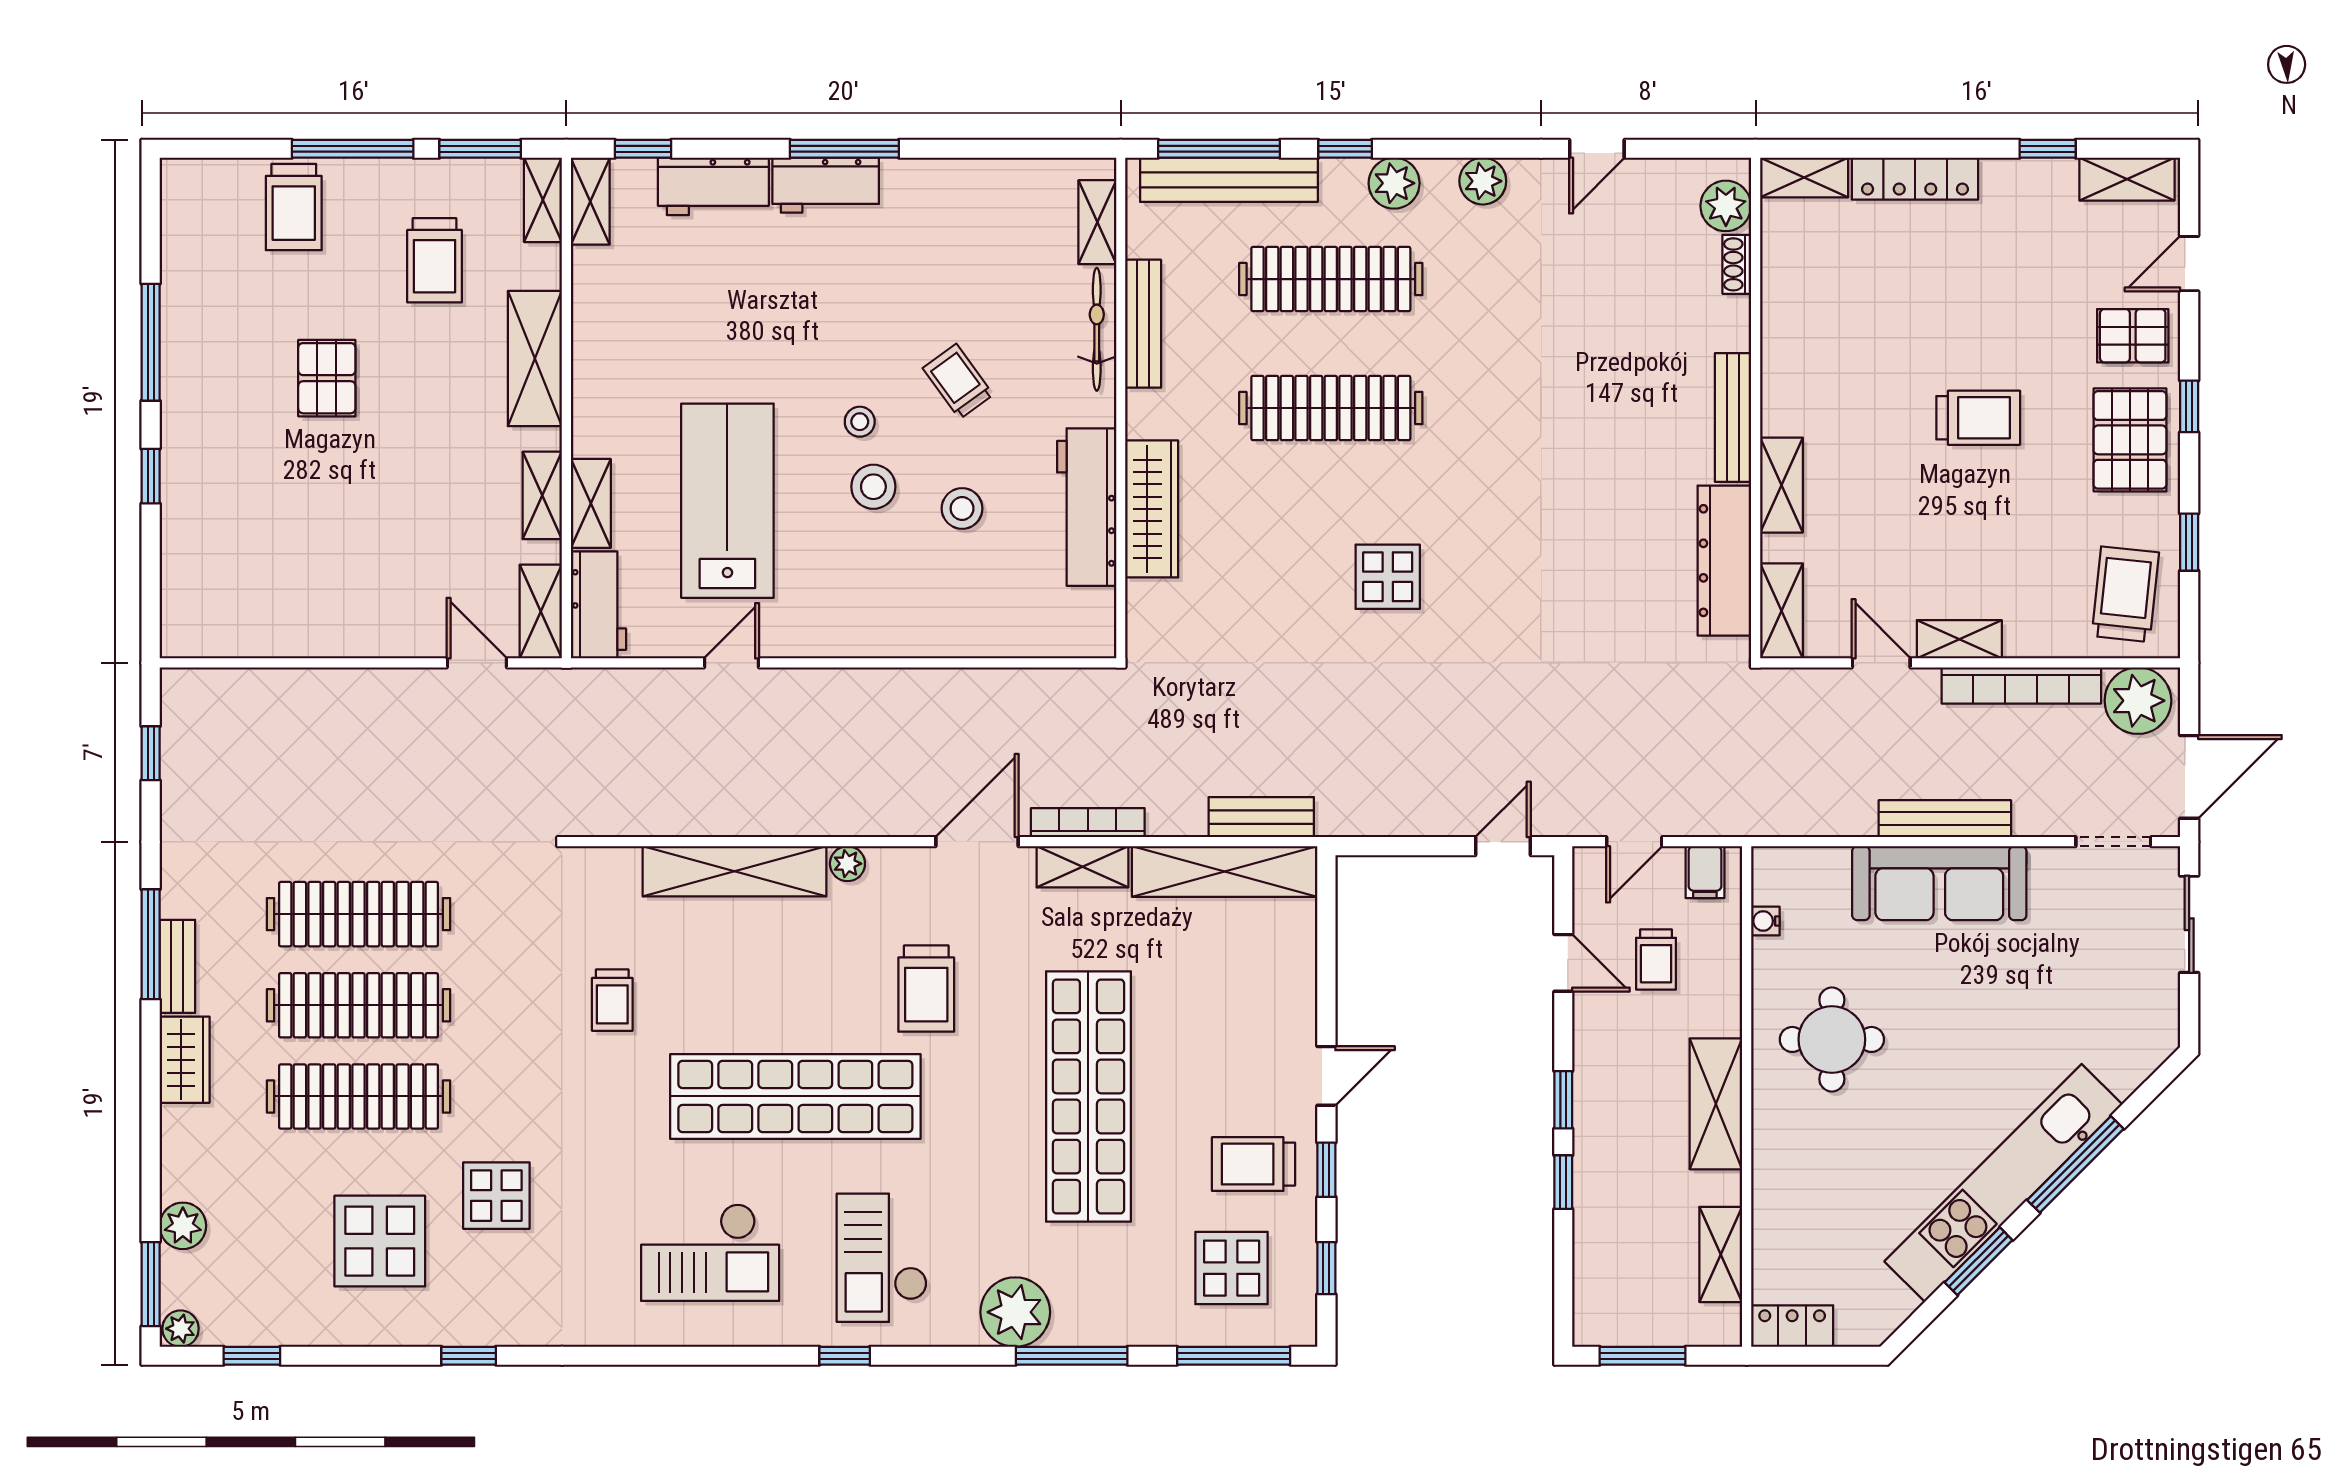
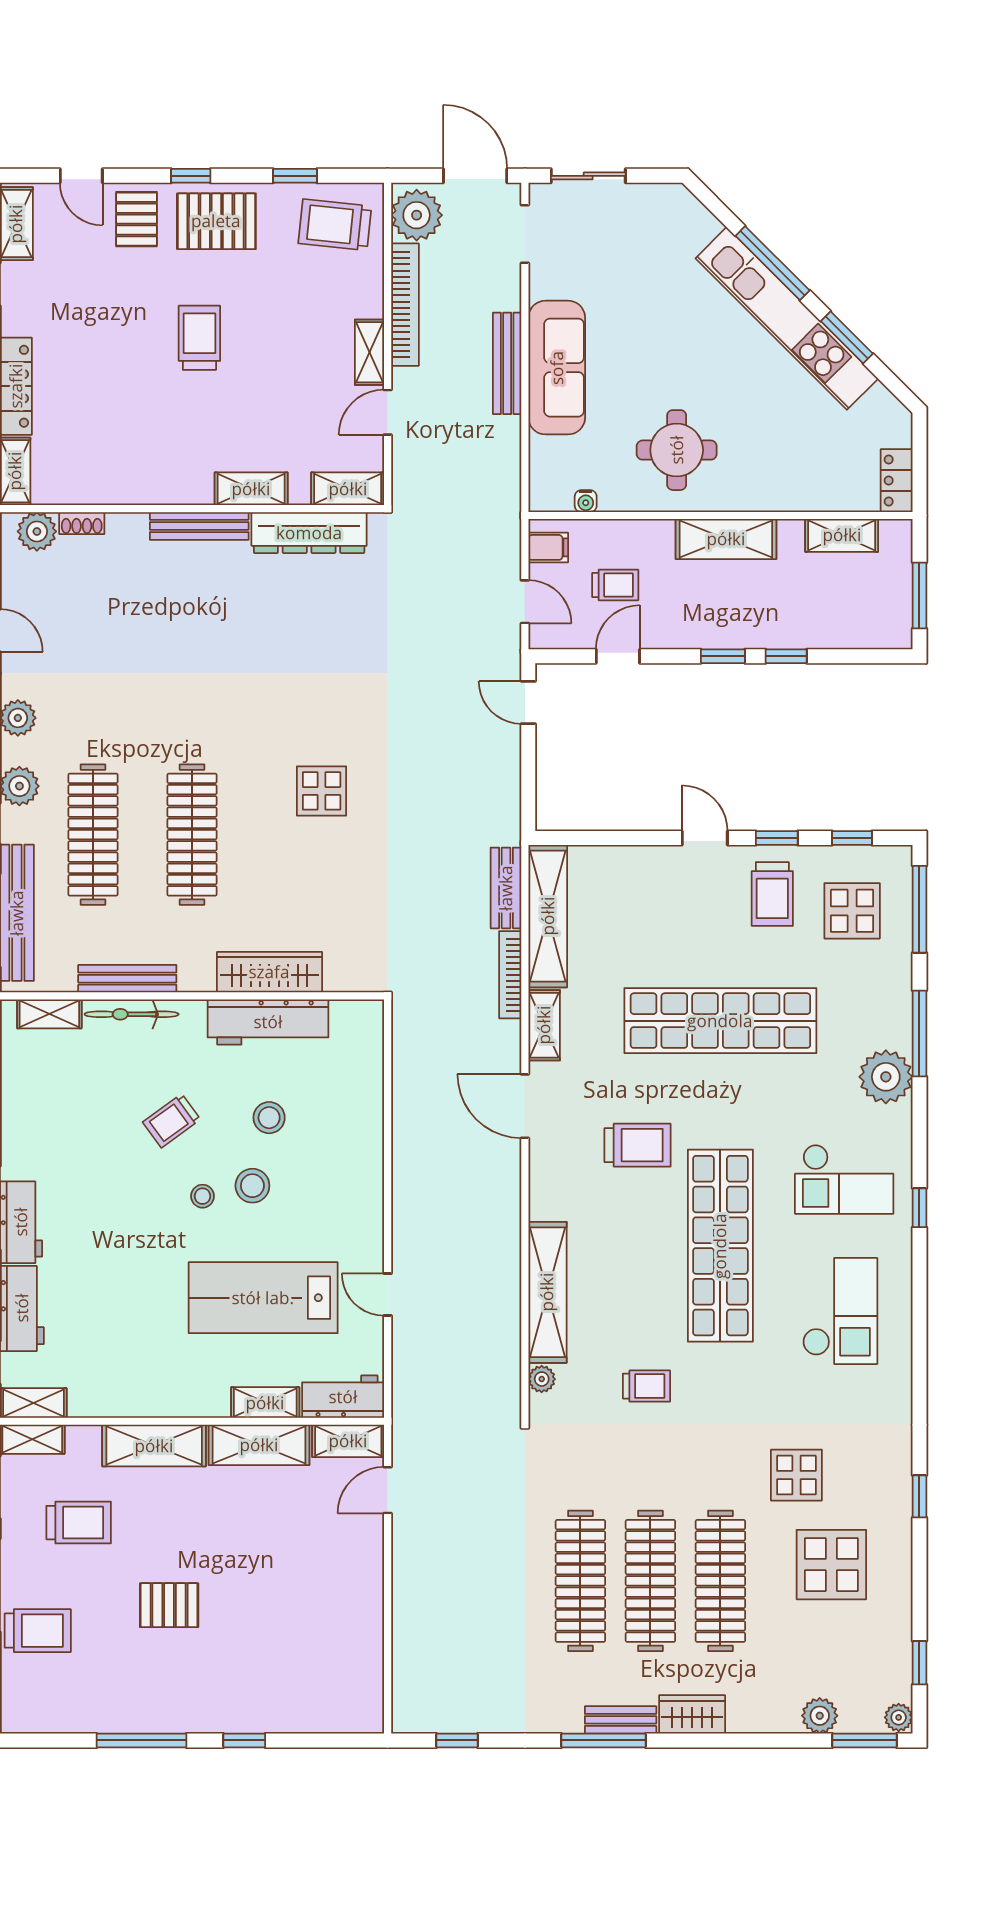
shelving: (542, 495) -> (259, 1445), width x1.50, depth x1.33
bookcase: (1088, 823) -> (510, 975), moved
plant: (847, 864) -> (542, 1379), moved

